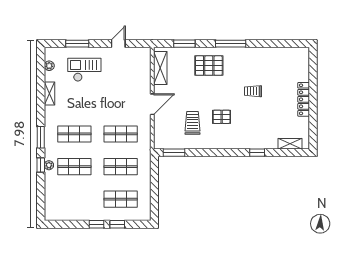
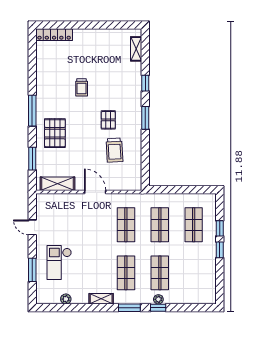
plant: (49, 66) -> (66, 299), moved
shelving: (49, 93) -> (101, 299), moved
locker: (304, 99) -> (54, 35), moved
trolley: (193, 123) -> (114, 150), turned -93
window: (174, 153) -> (145, 118), moved

